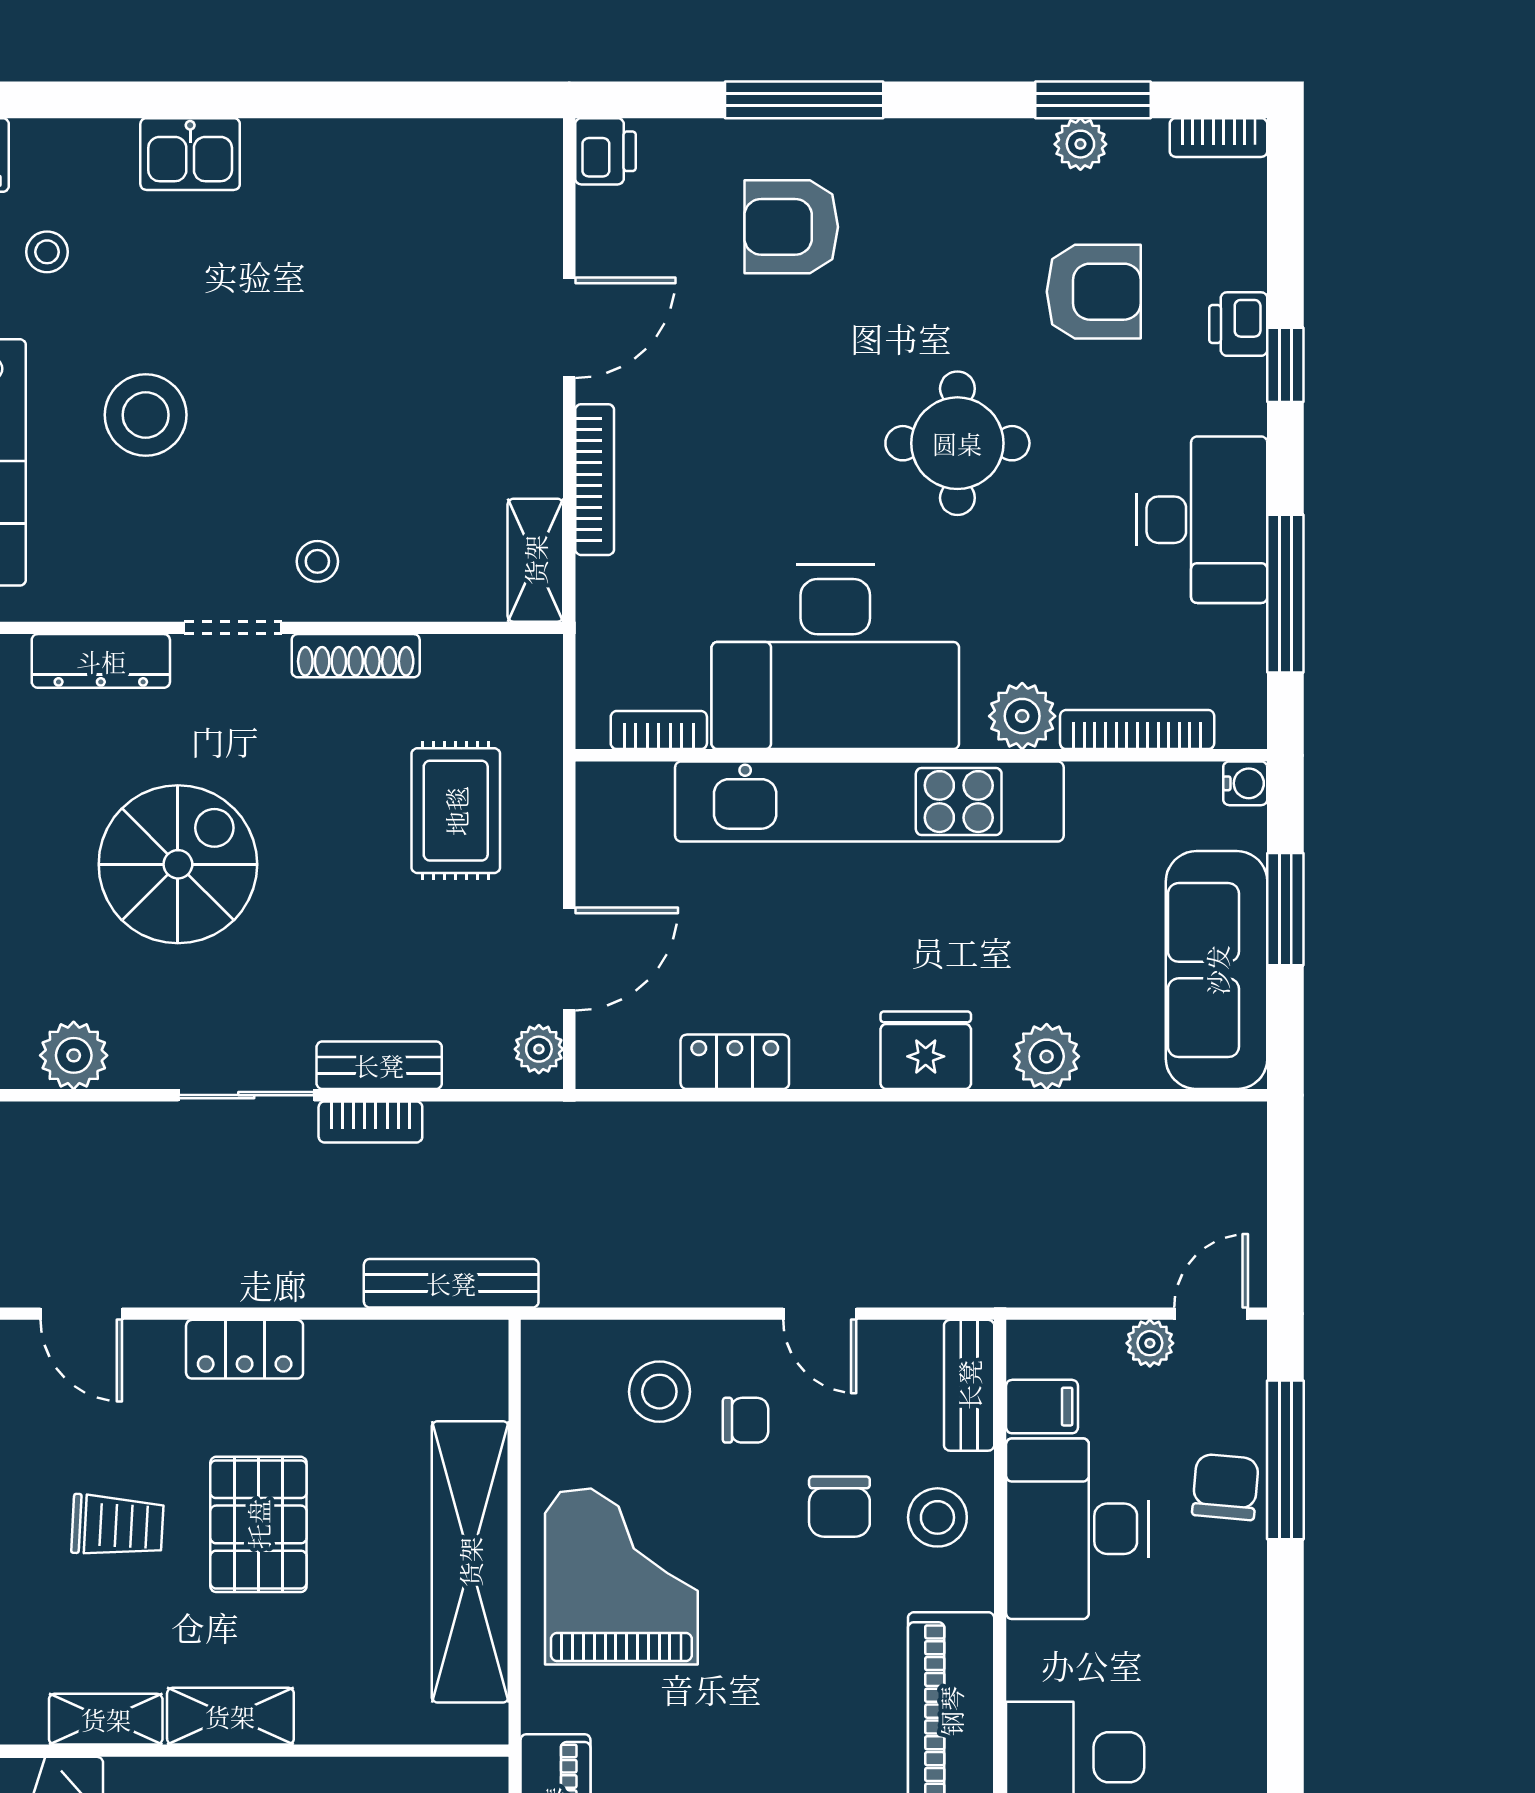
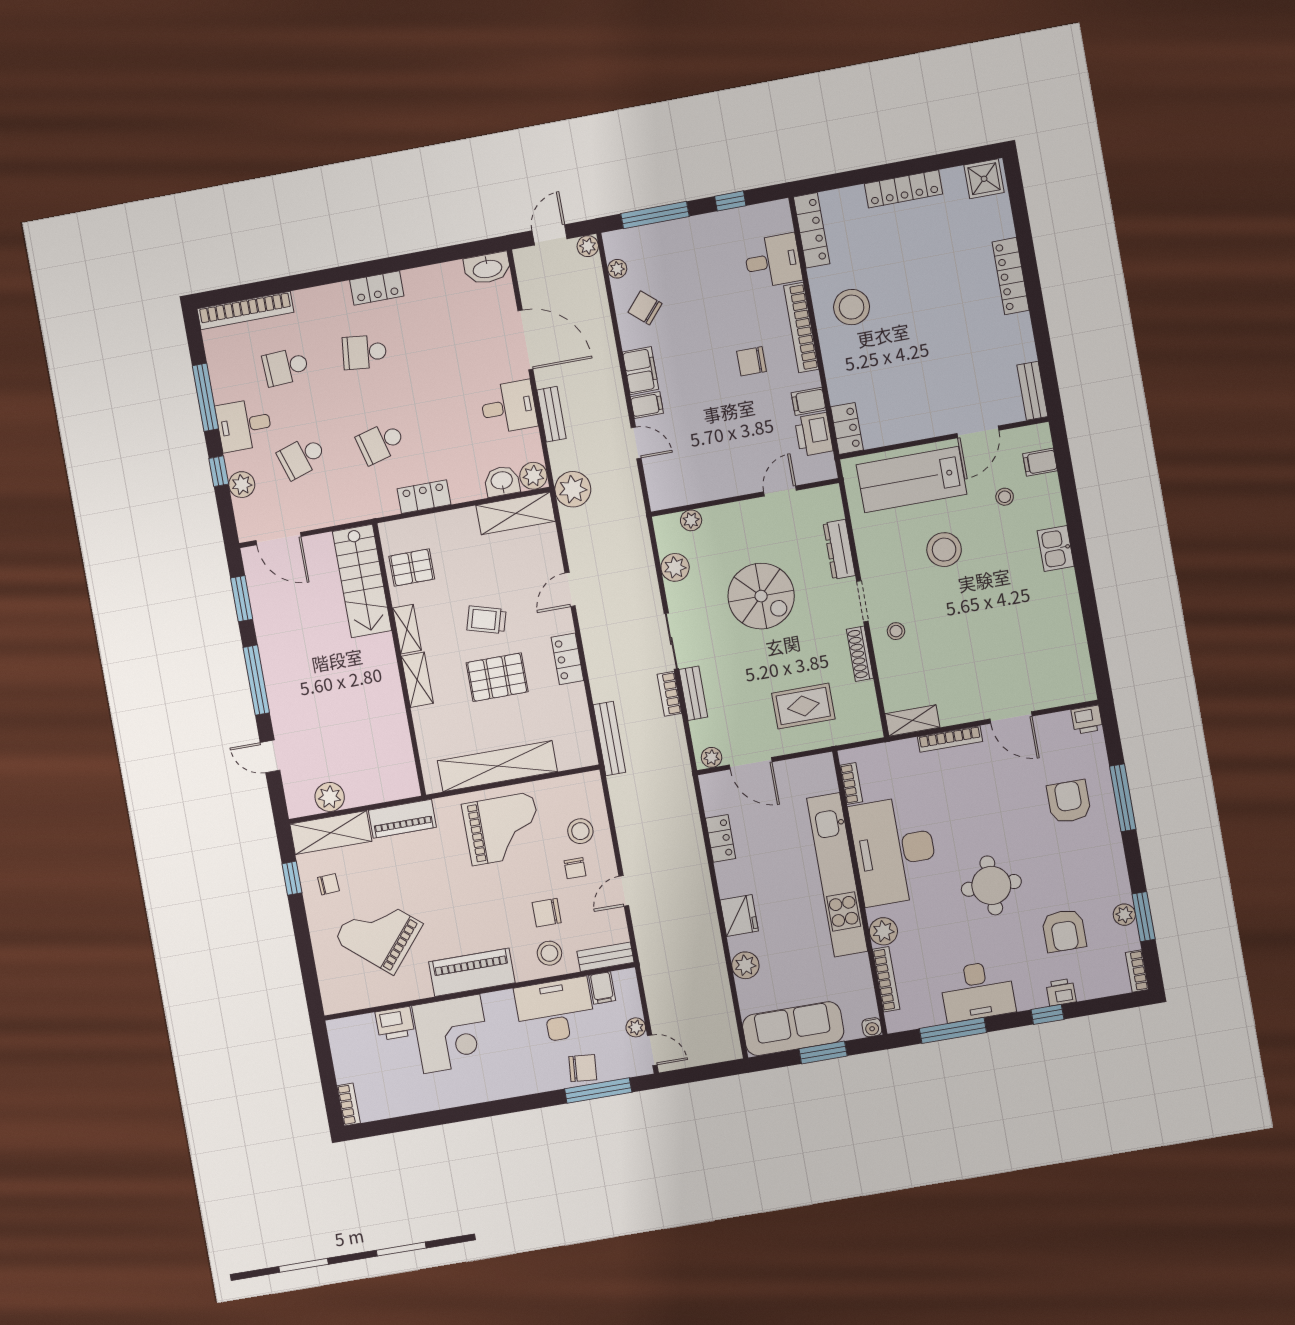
trolley: (117, 1526) -> (486, 620), turned 103

